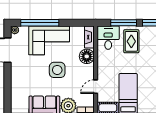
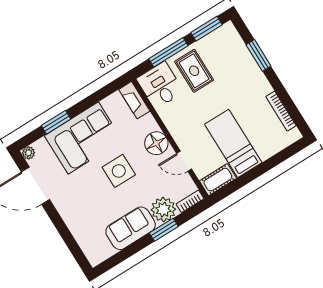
window: (40, 23) -> (56, 122), width x0.47
floor lamp: (87, 56) -> (156, 143), moved
door: (96, 87) -> (184, 161), hinge flipped

